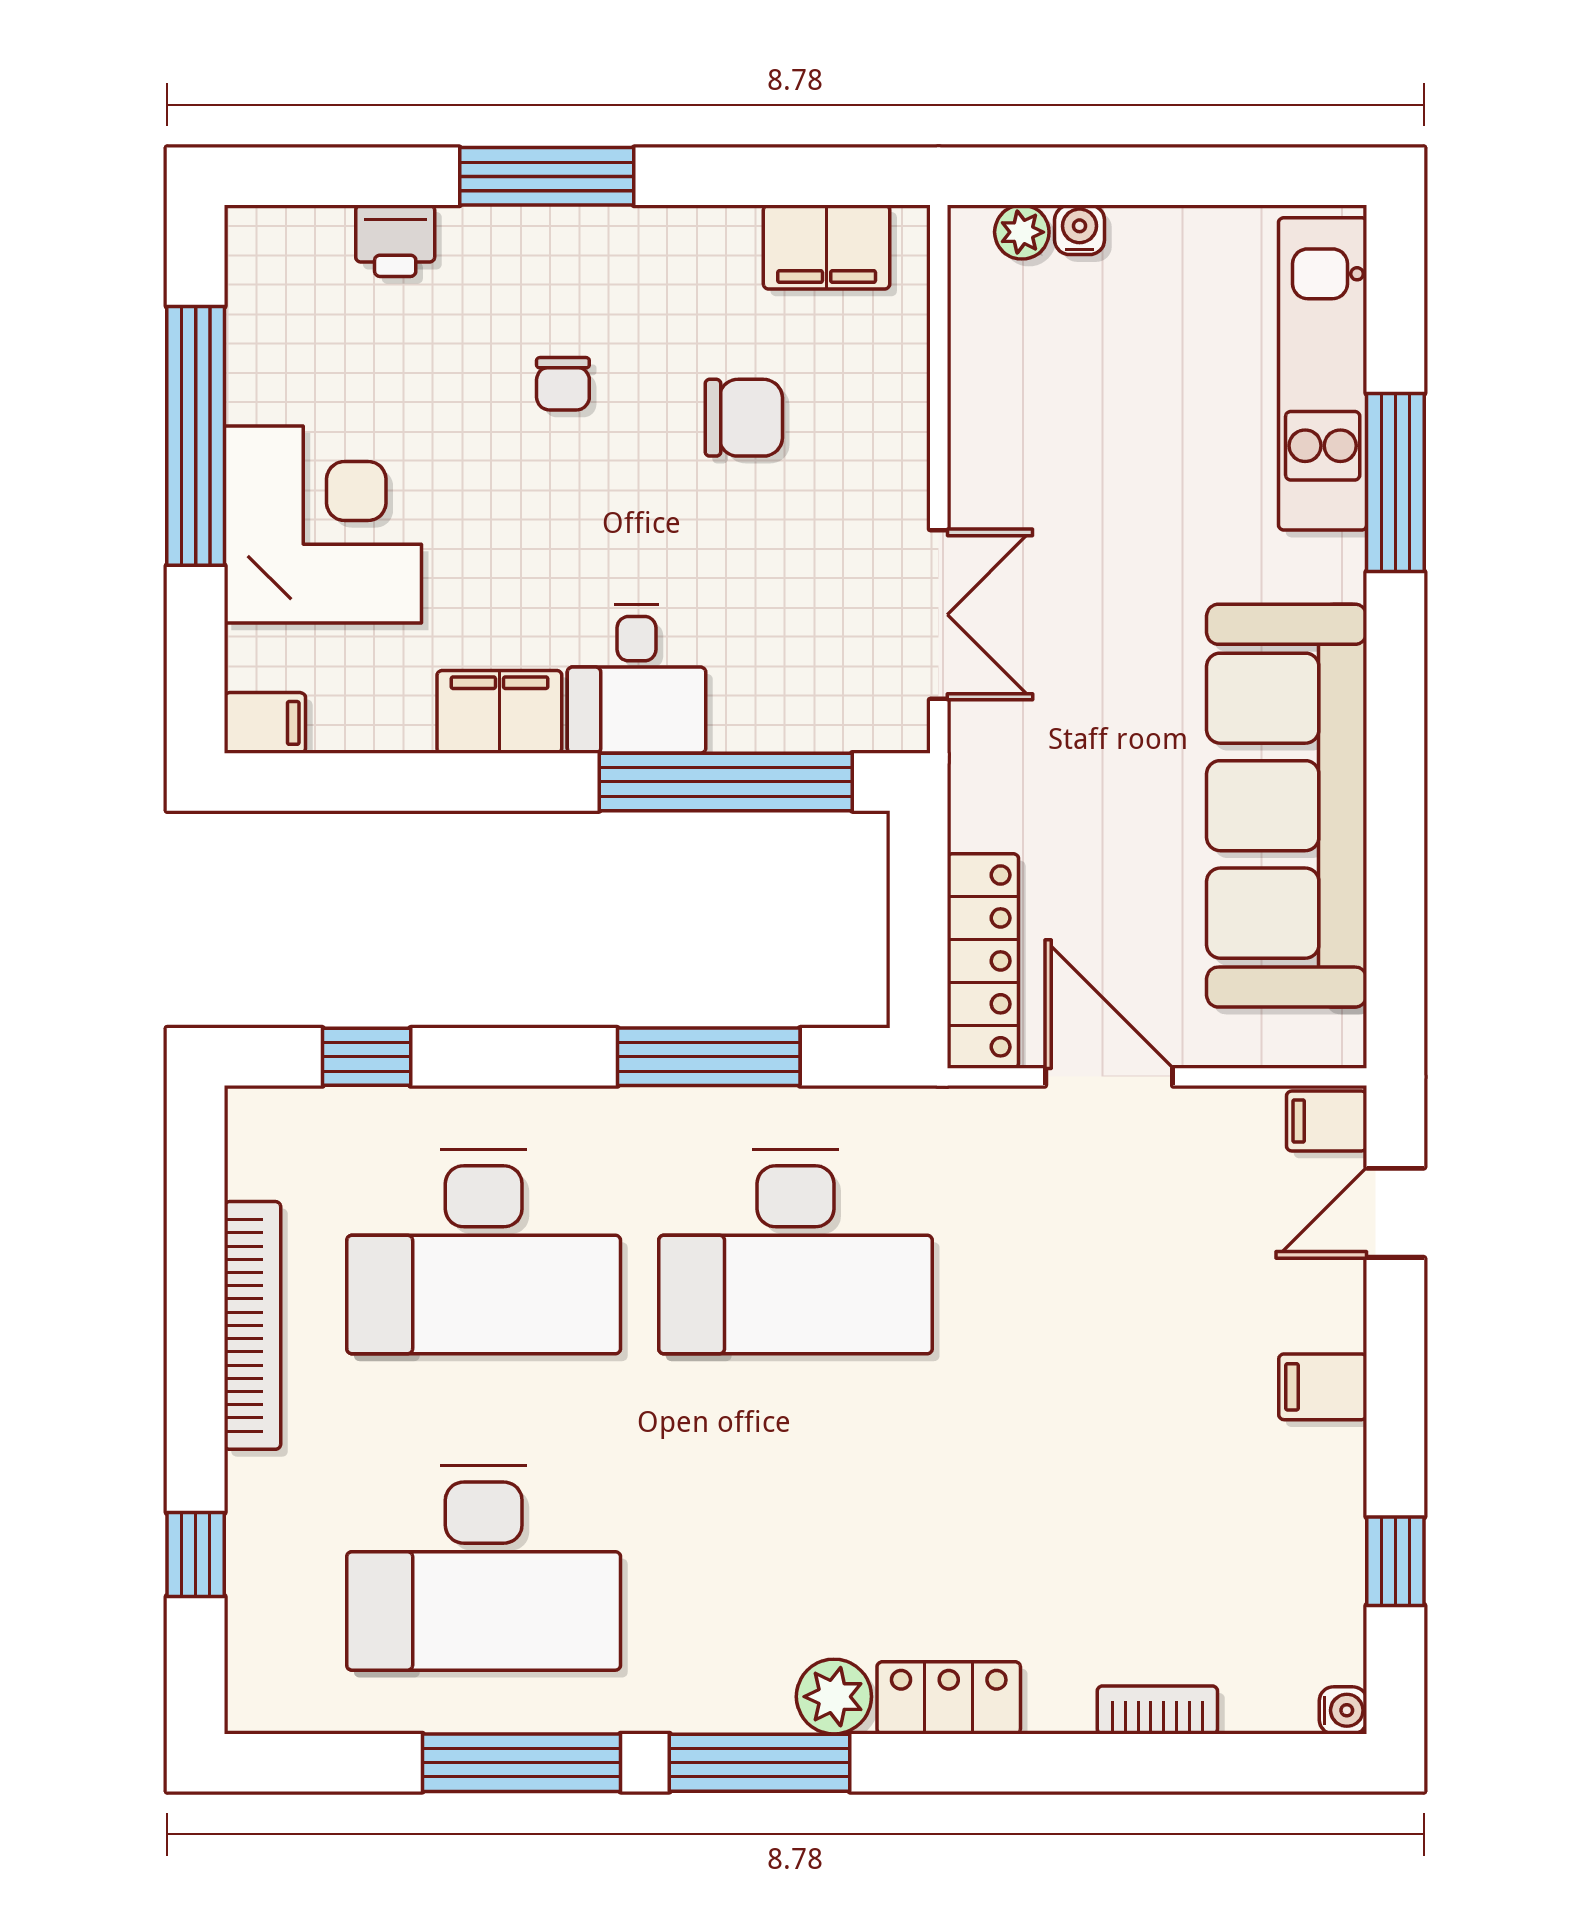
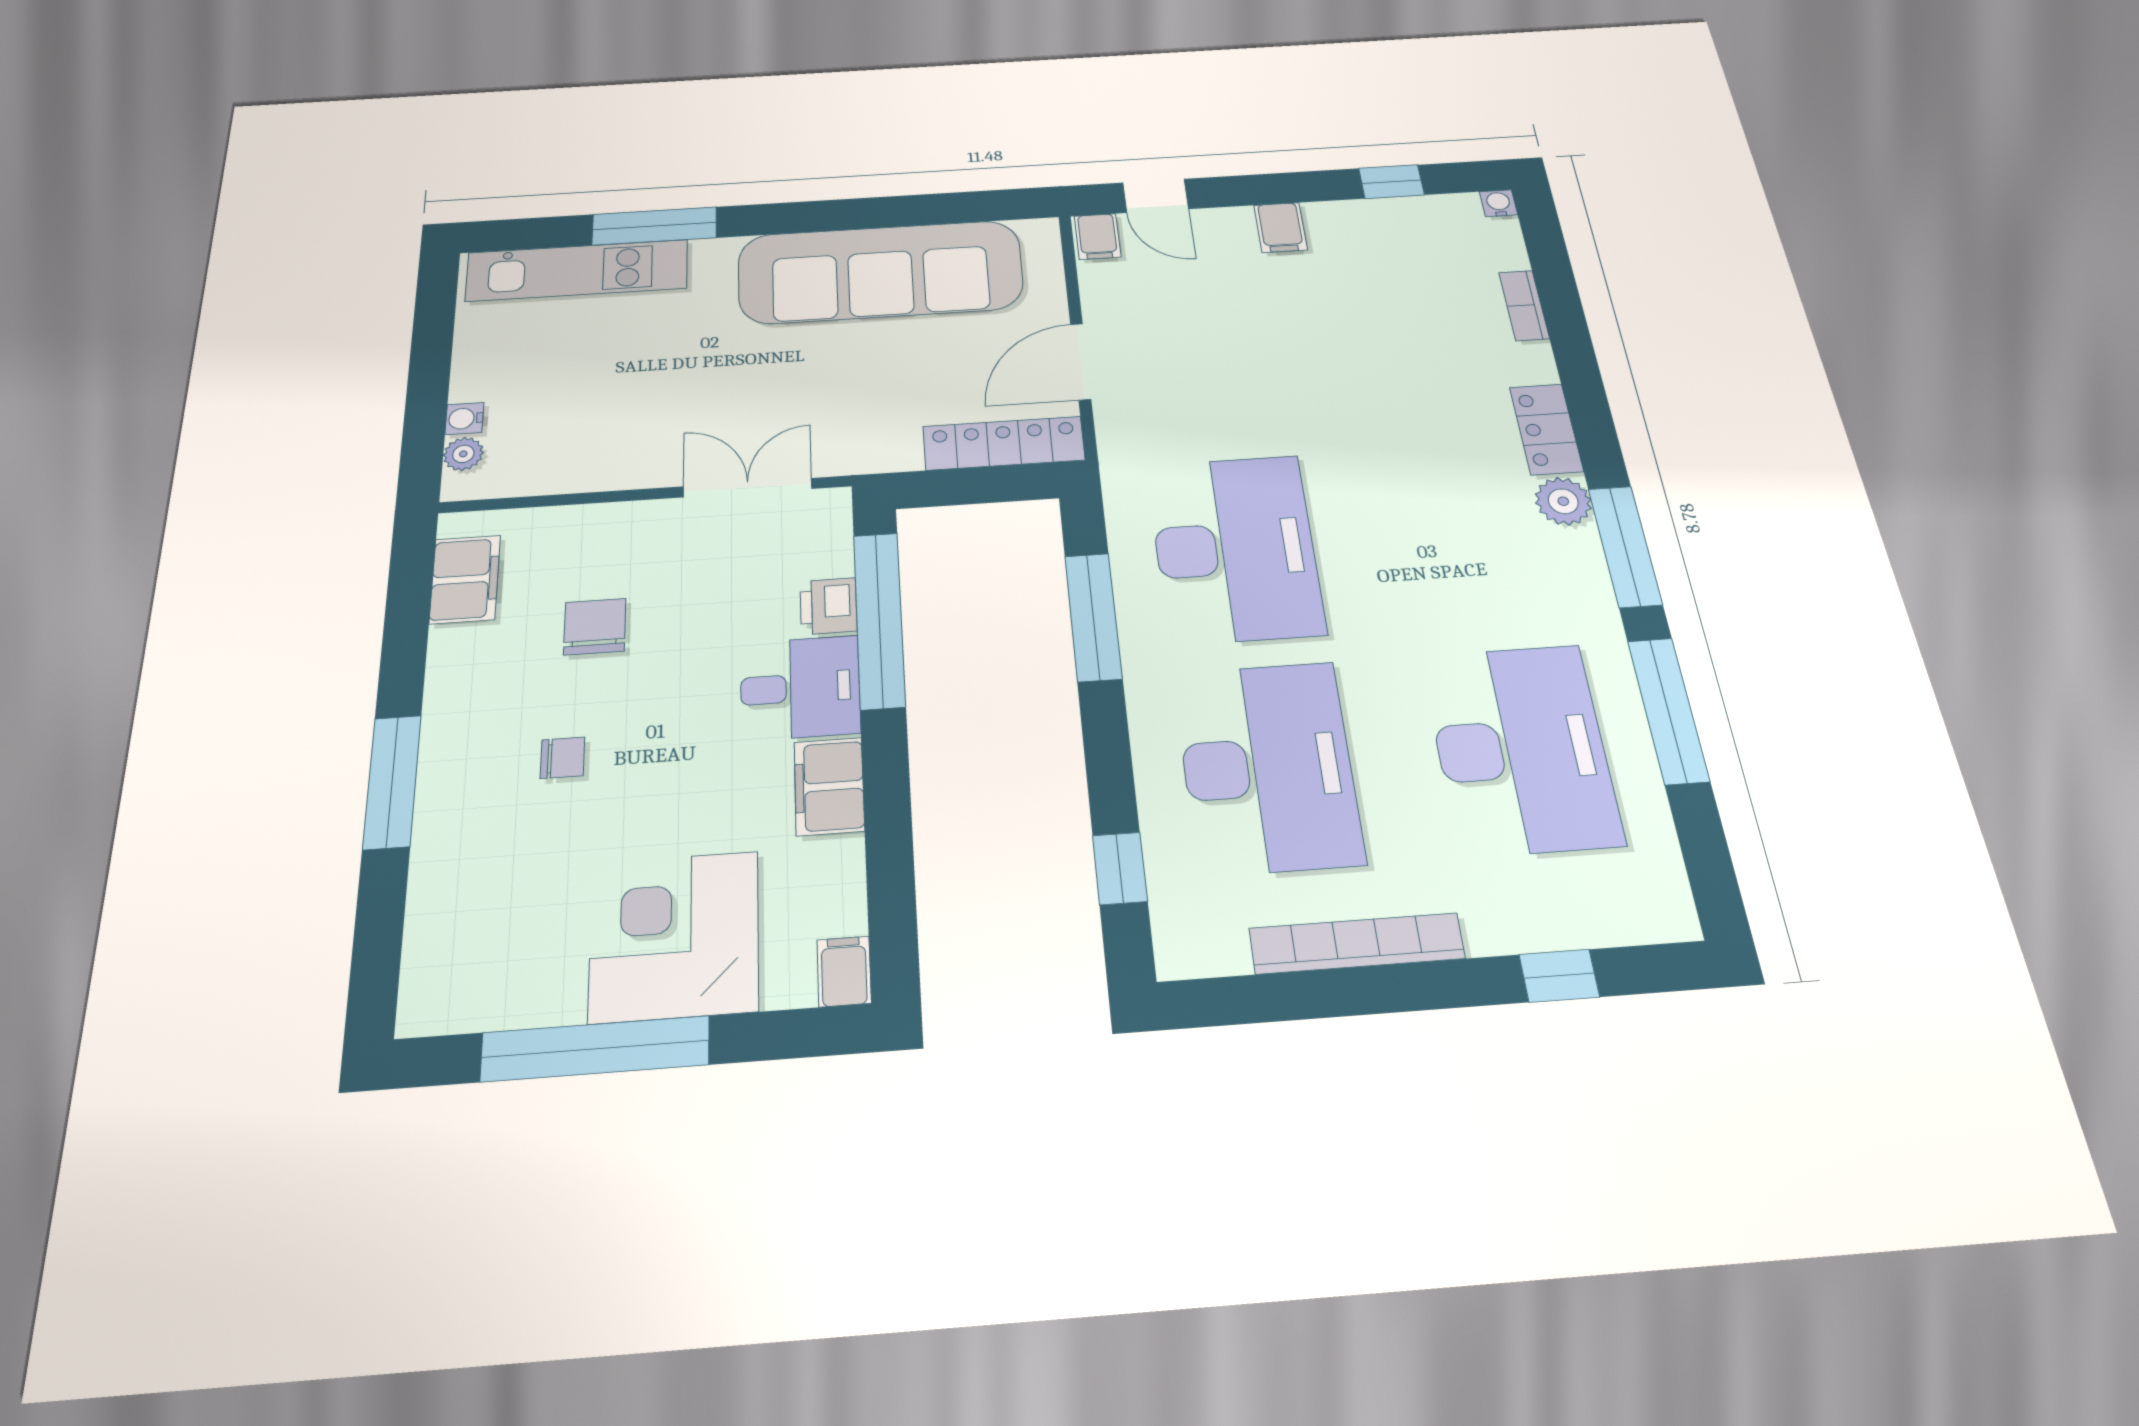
printer: (395, 241) -> (828, 606), moved, turned 180

